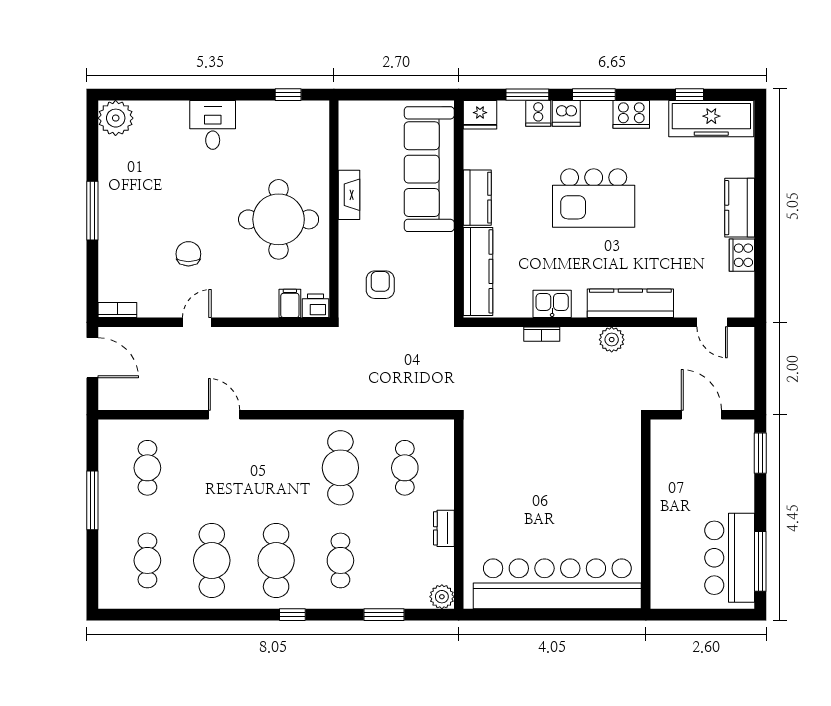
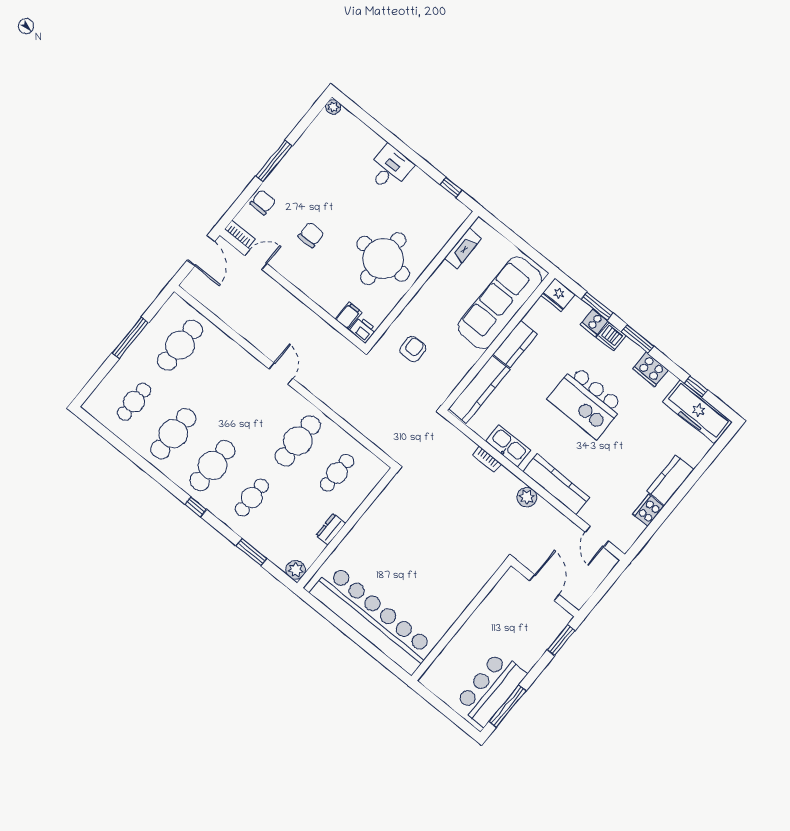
plant: (116, 118) -> (333, 107), width x0.53, depth x0.53
fireplace: (349, 195) -> (463, 248), moved
chair: (115, 260) -> (263, 202), added
kitchen sink: (552, 304) -> (508, 446), width x1.38
door: (197, 322) -> (256, 260), moved
door: (224, 415) -> (281, 374), moved
cafe table: (147, 468) -> (180, 345), width x1.37, depth x1.35

